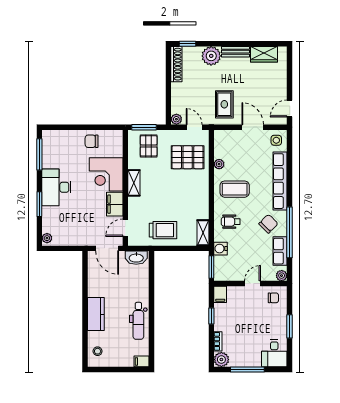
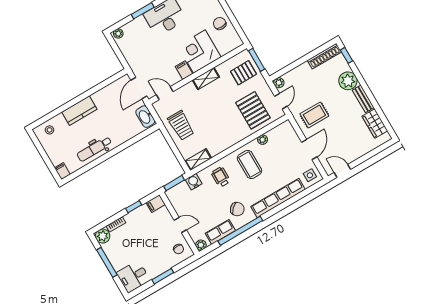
filing cabinet: (115, 204) -> (184, 70), width x0.50

